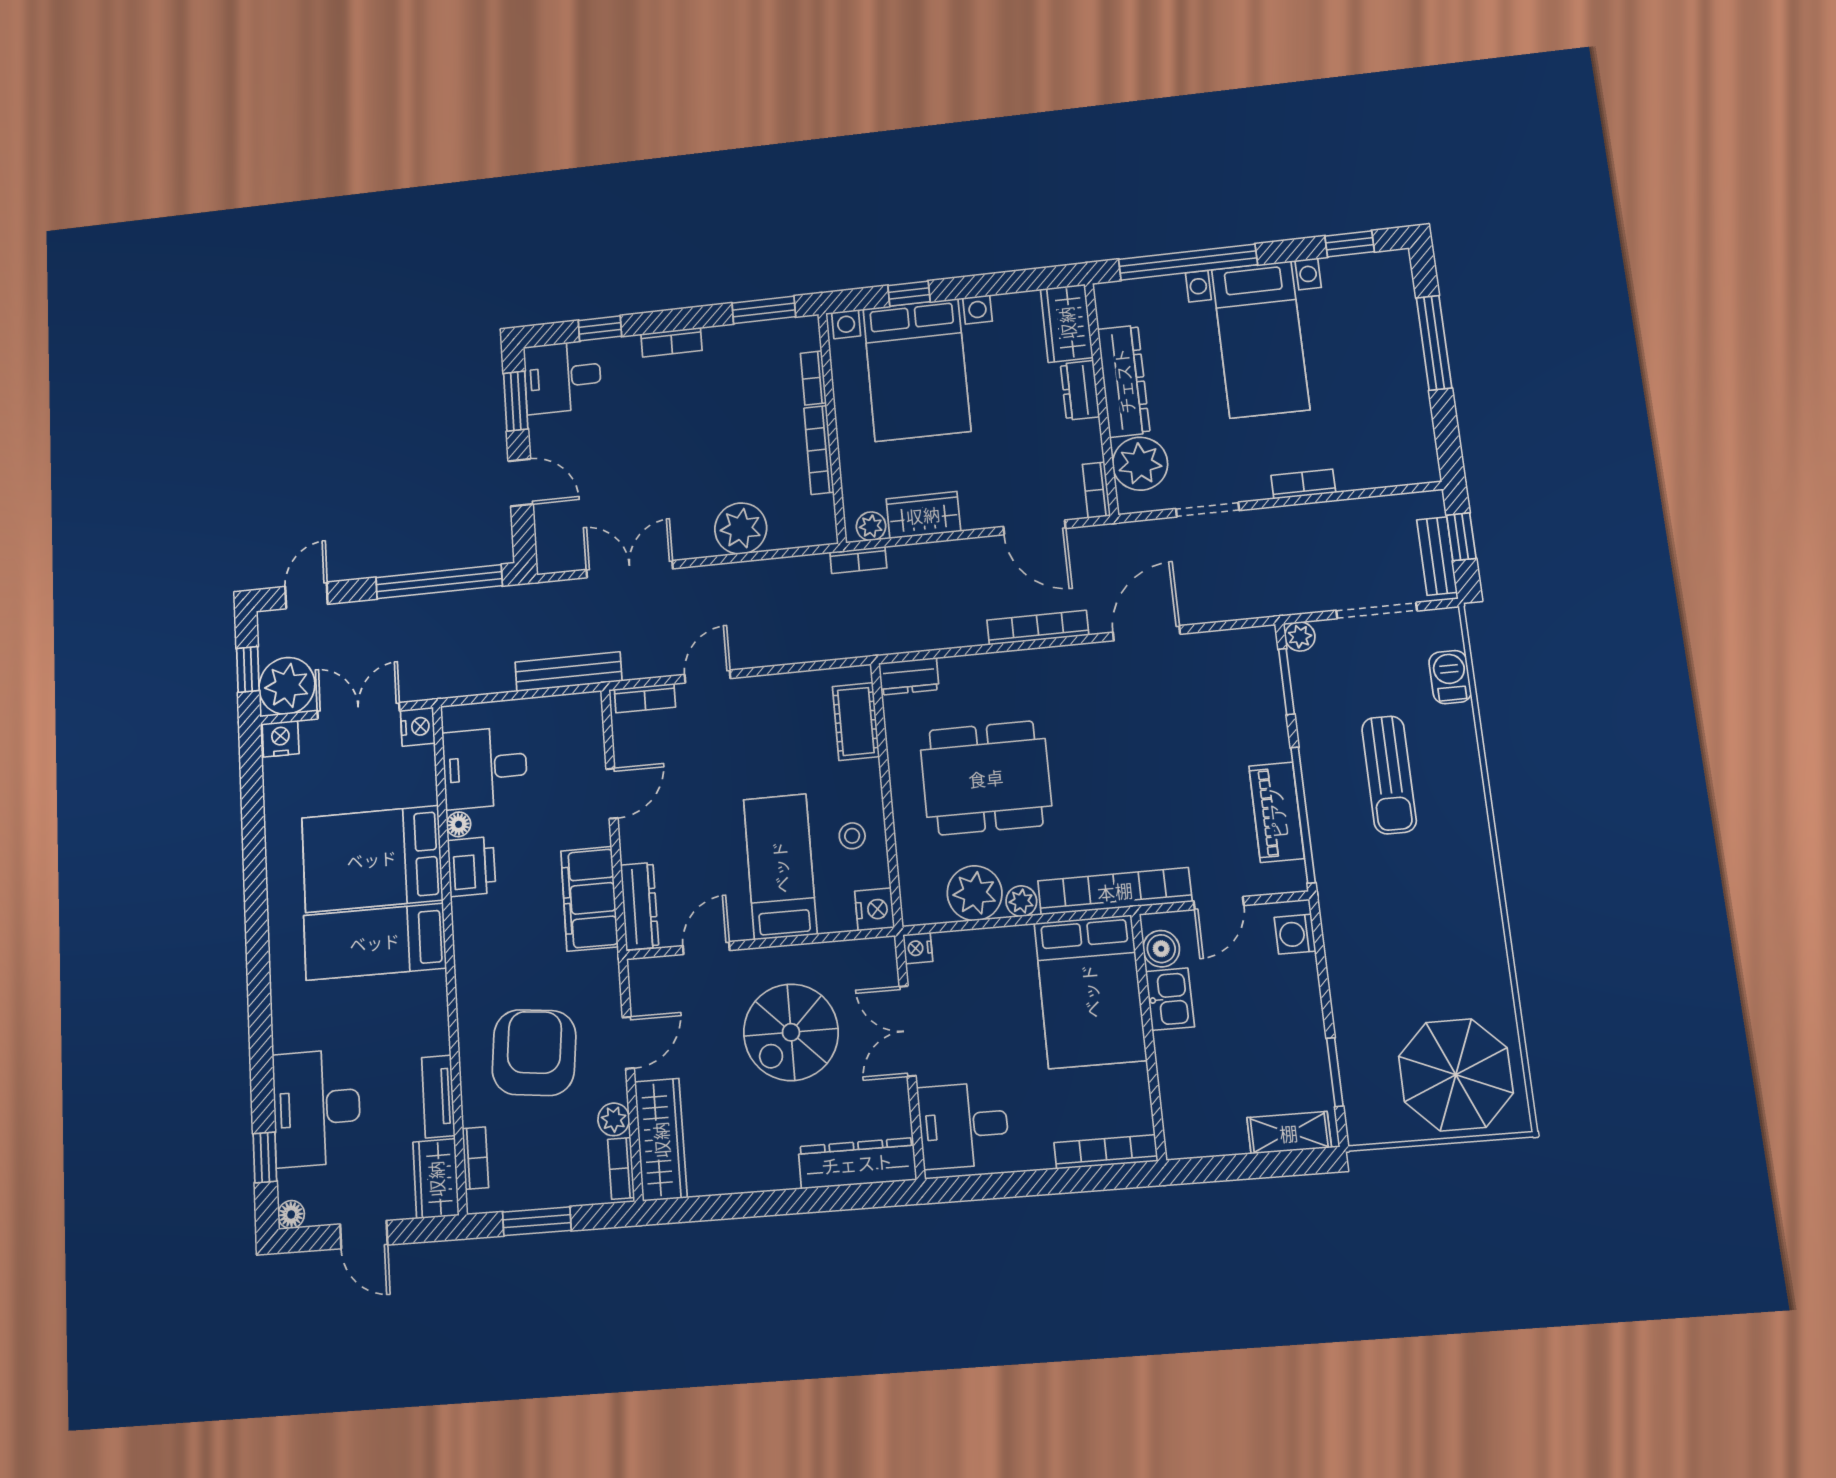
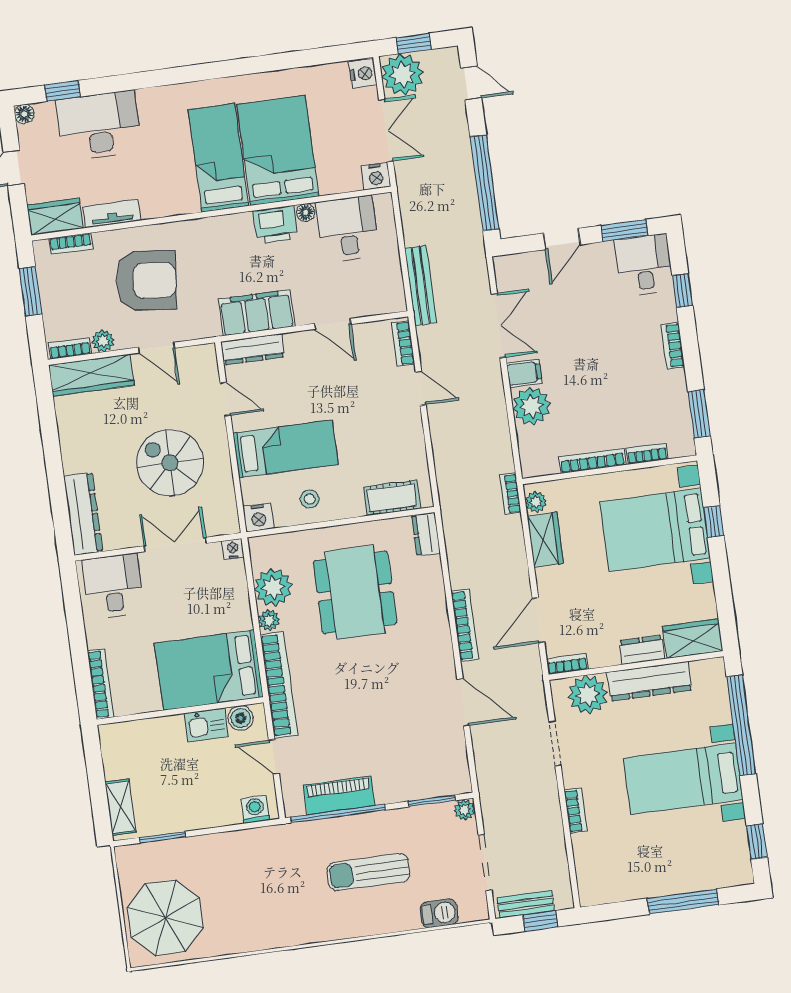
filing cabinet: (696, 537) -> (524, 373), added

